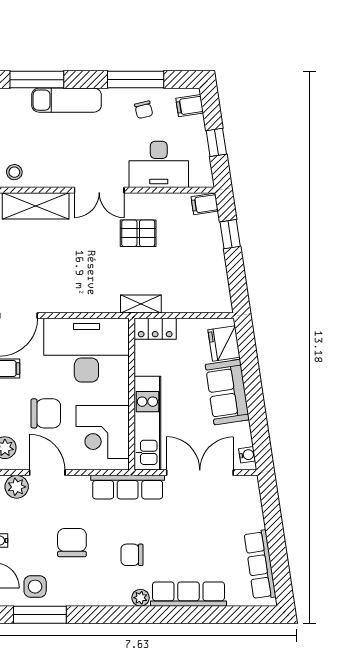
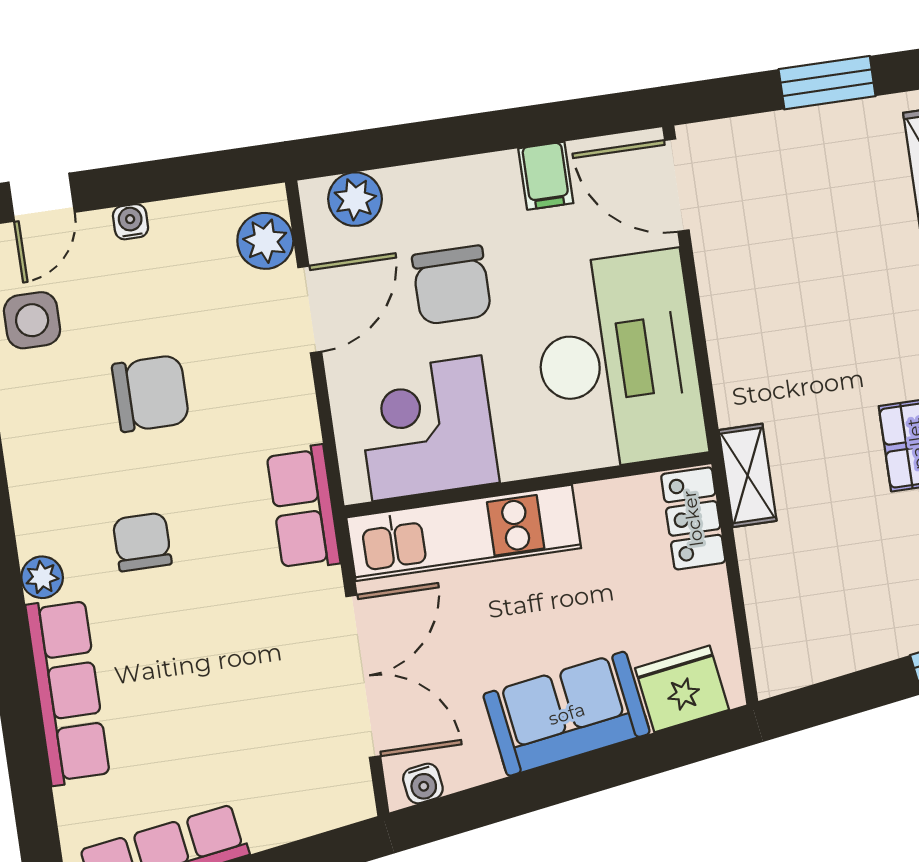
row of seats: (128, 487) -> (303, 508), width x0.68

